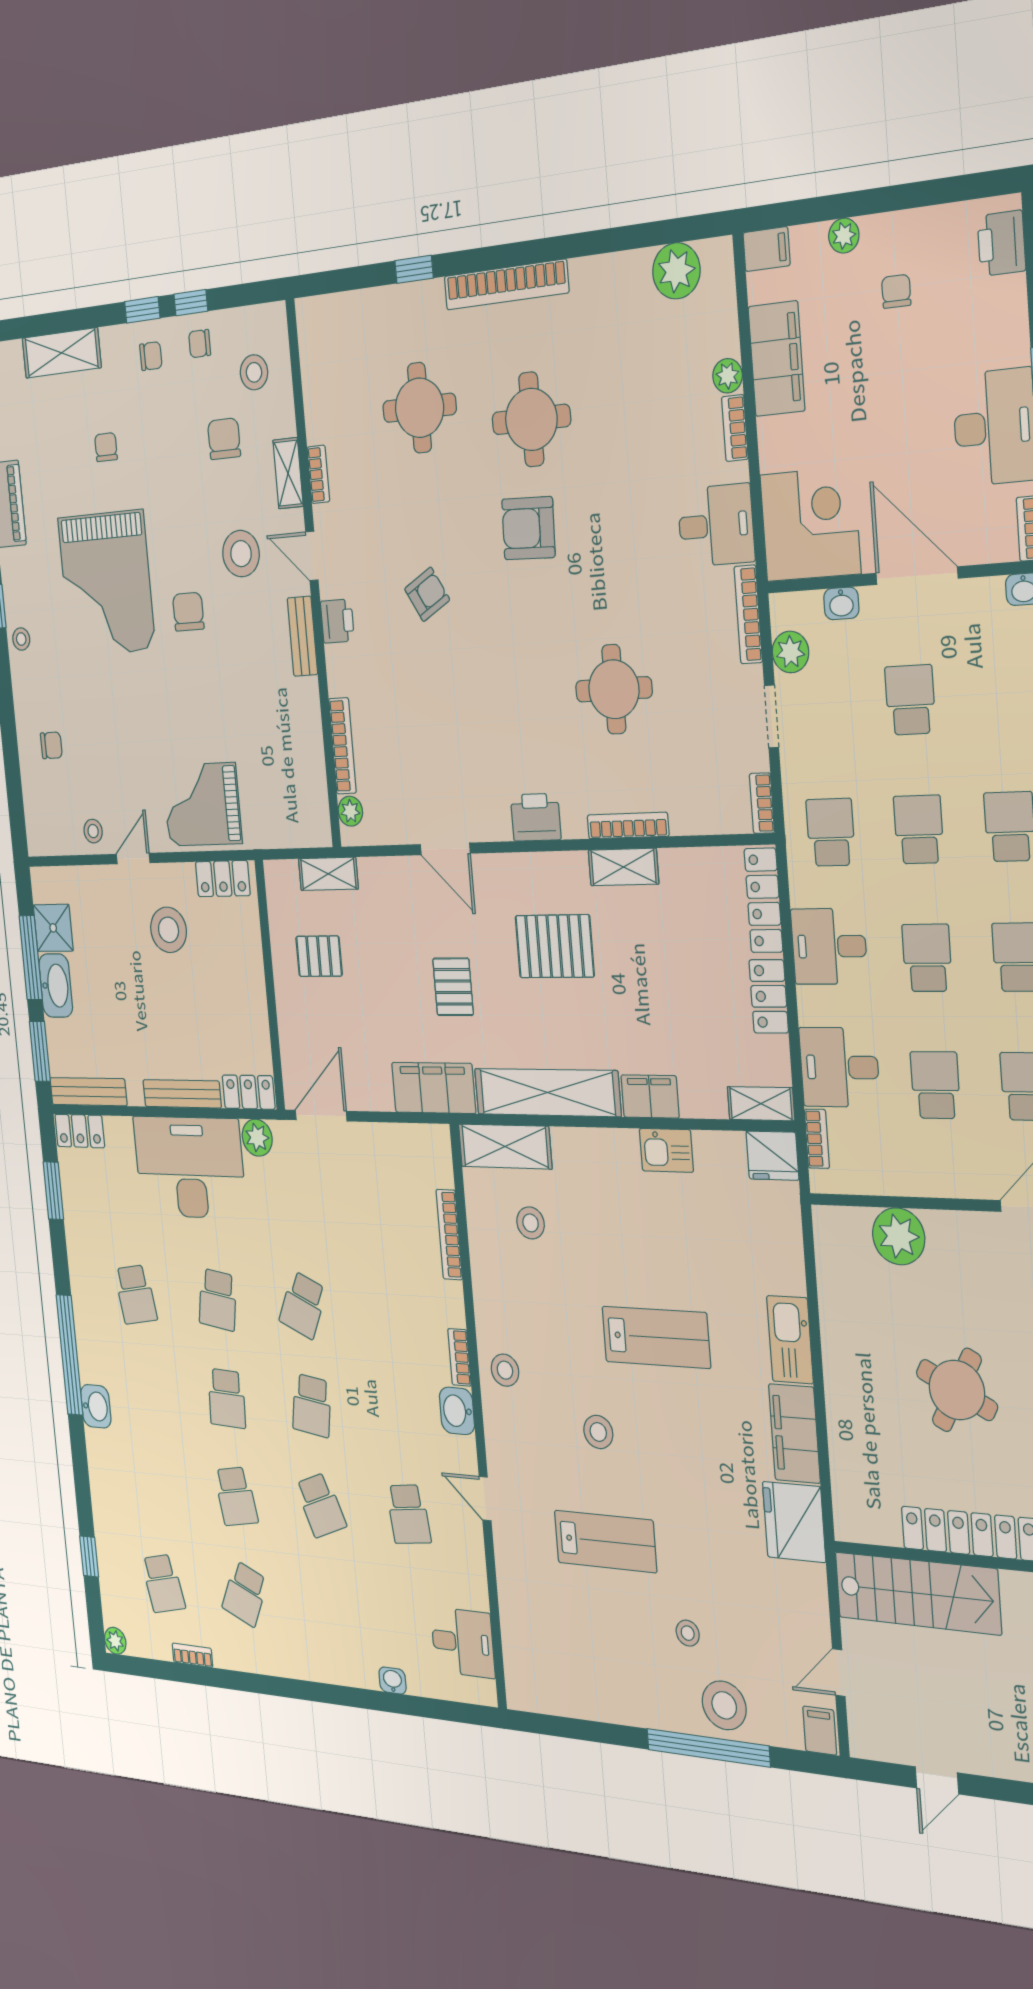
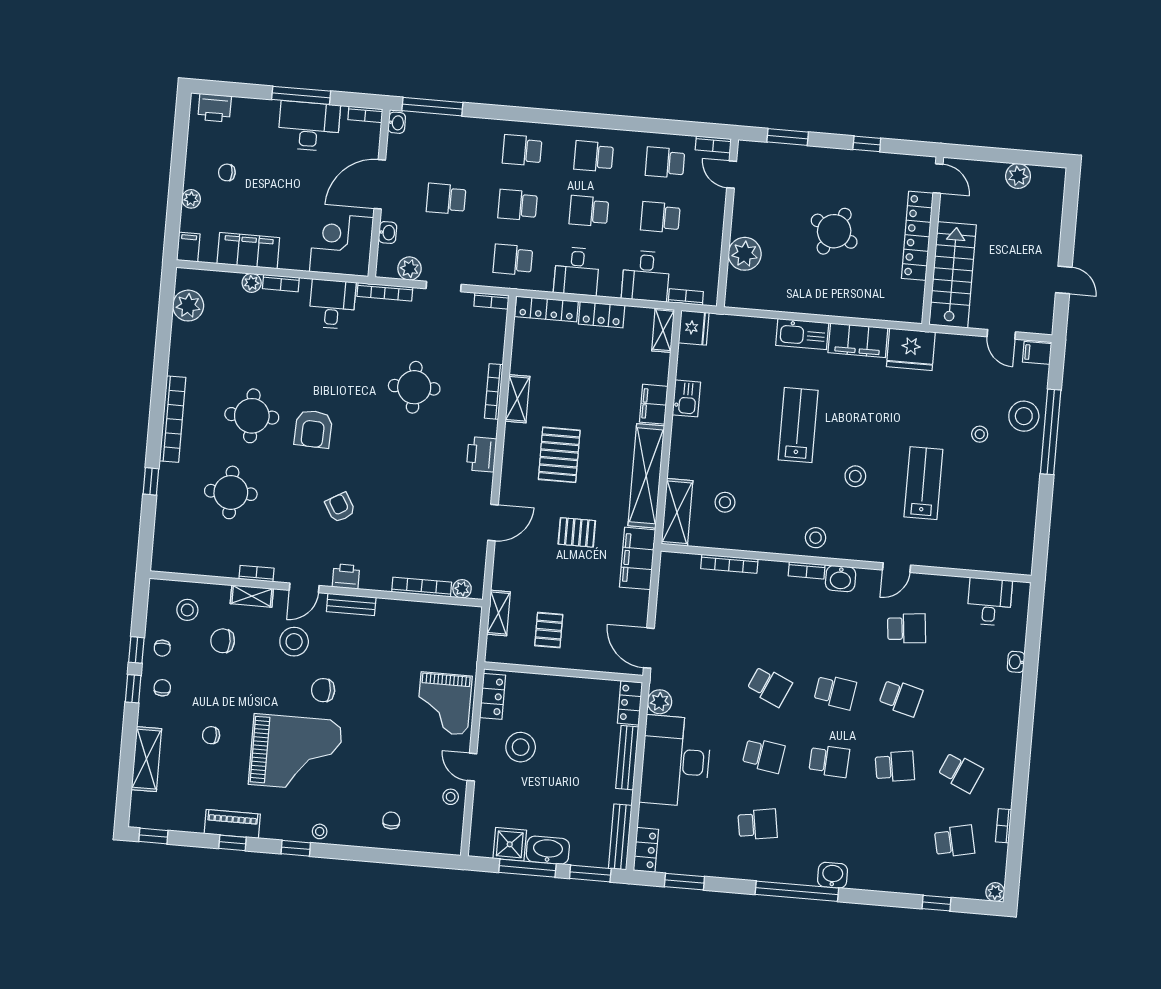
school desk: (321, 1505) -> (901, 698), turned 36

